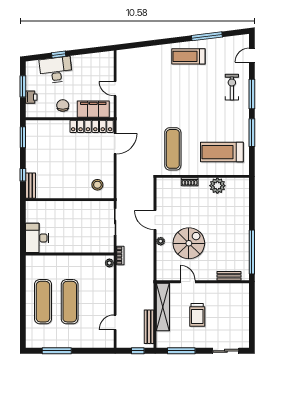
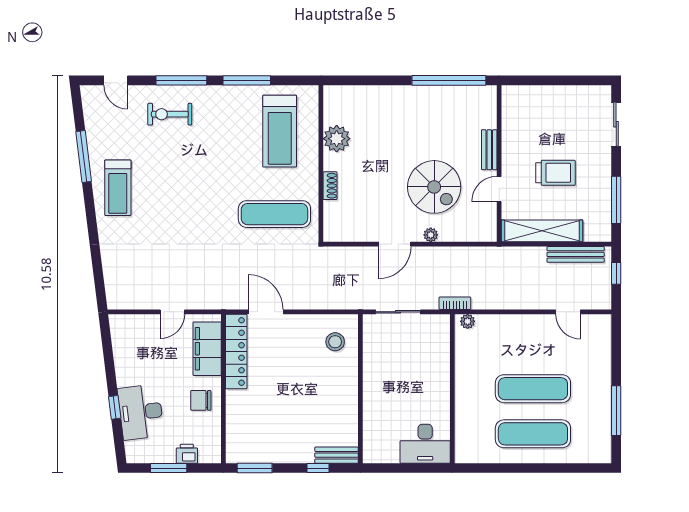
spiral stairs: (189, 243) -> (434, 187), turned 180
bench: (229, 276) -> (489, 150), moved

